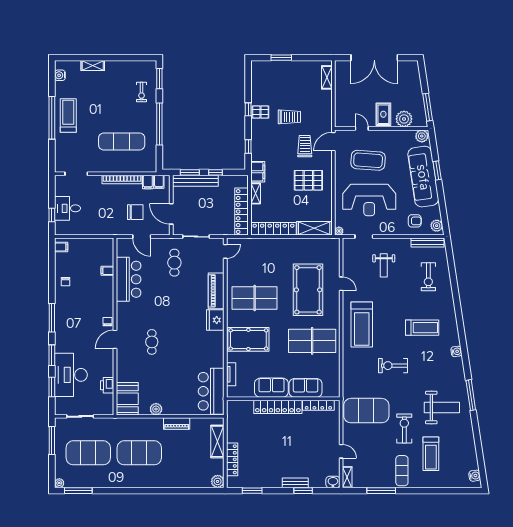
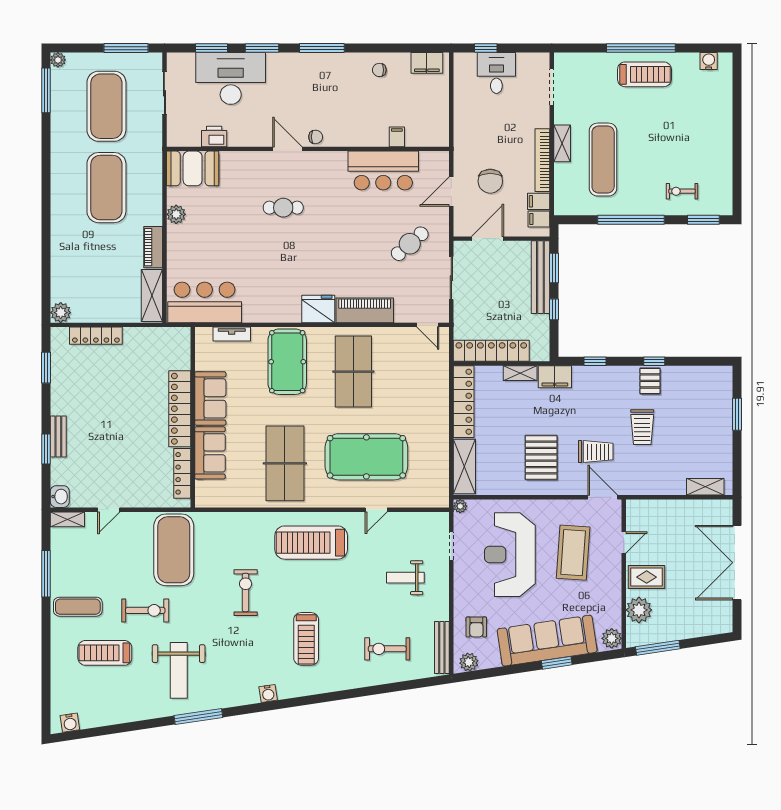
shelving: (93, 66) -> (562, 143), moved
filing cabinet: (61, 247) -> (427, 63), width x2.00
cafe table: (174, 263) -> (410, 244), turned -41
shelving: (217, 441) -> (152, 295), moved, turned 90

